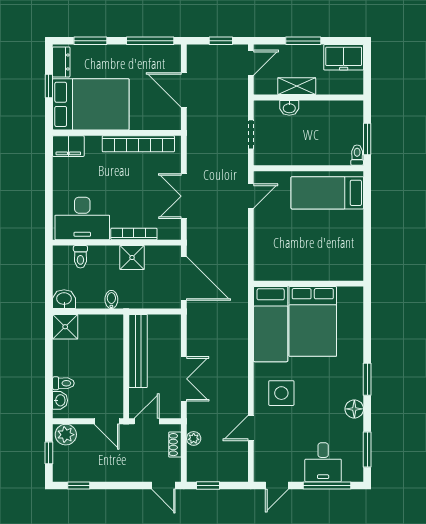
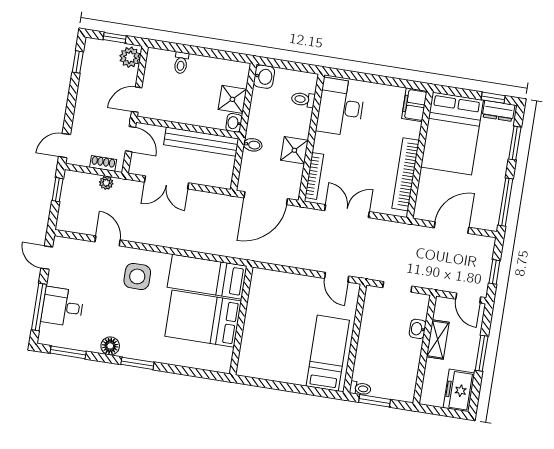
window: (49, 86) -> (493, 98), moved
bookcase: (134, 234) -> (314, 176), moved
bidet: (111, 299) -> (253, 145), moved
shower: (65, 327) -> (232, 99), moved
washbasin: (60, 400) -> (234, 123), moved, turned 90

